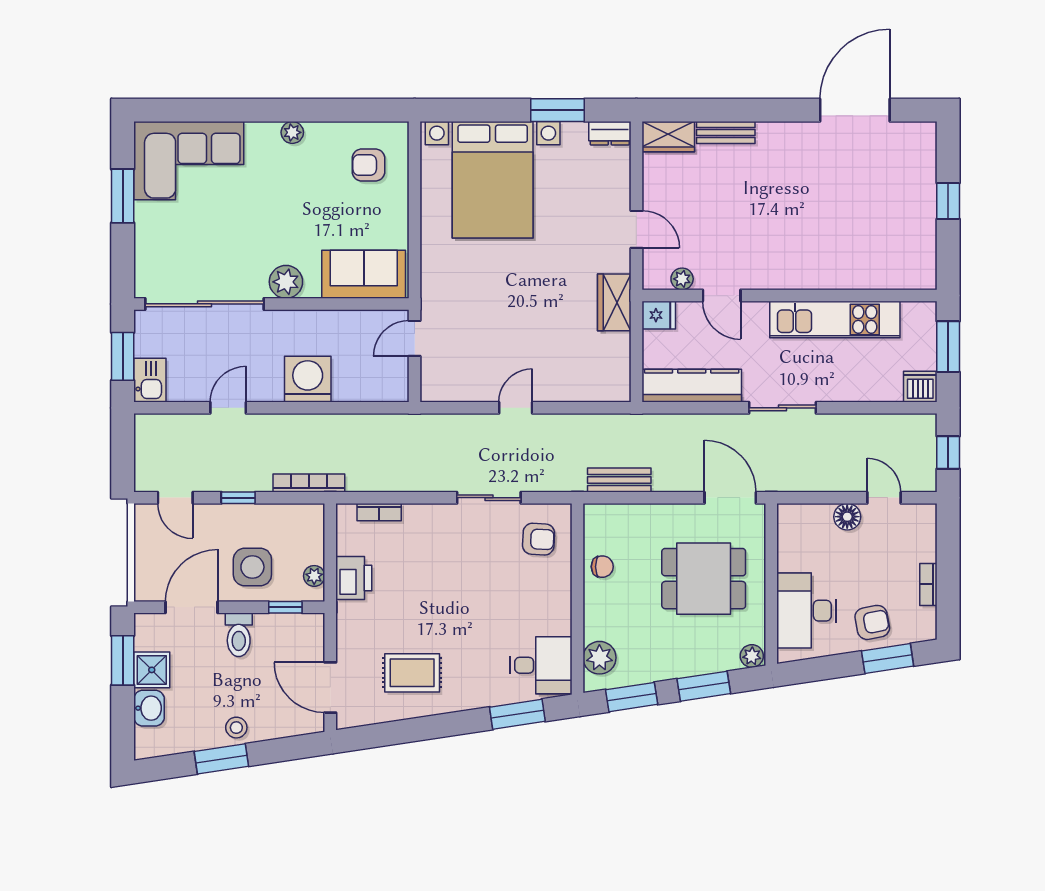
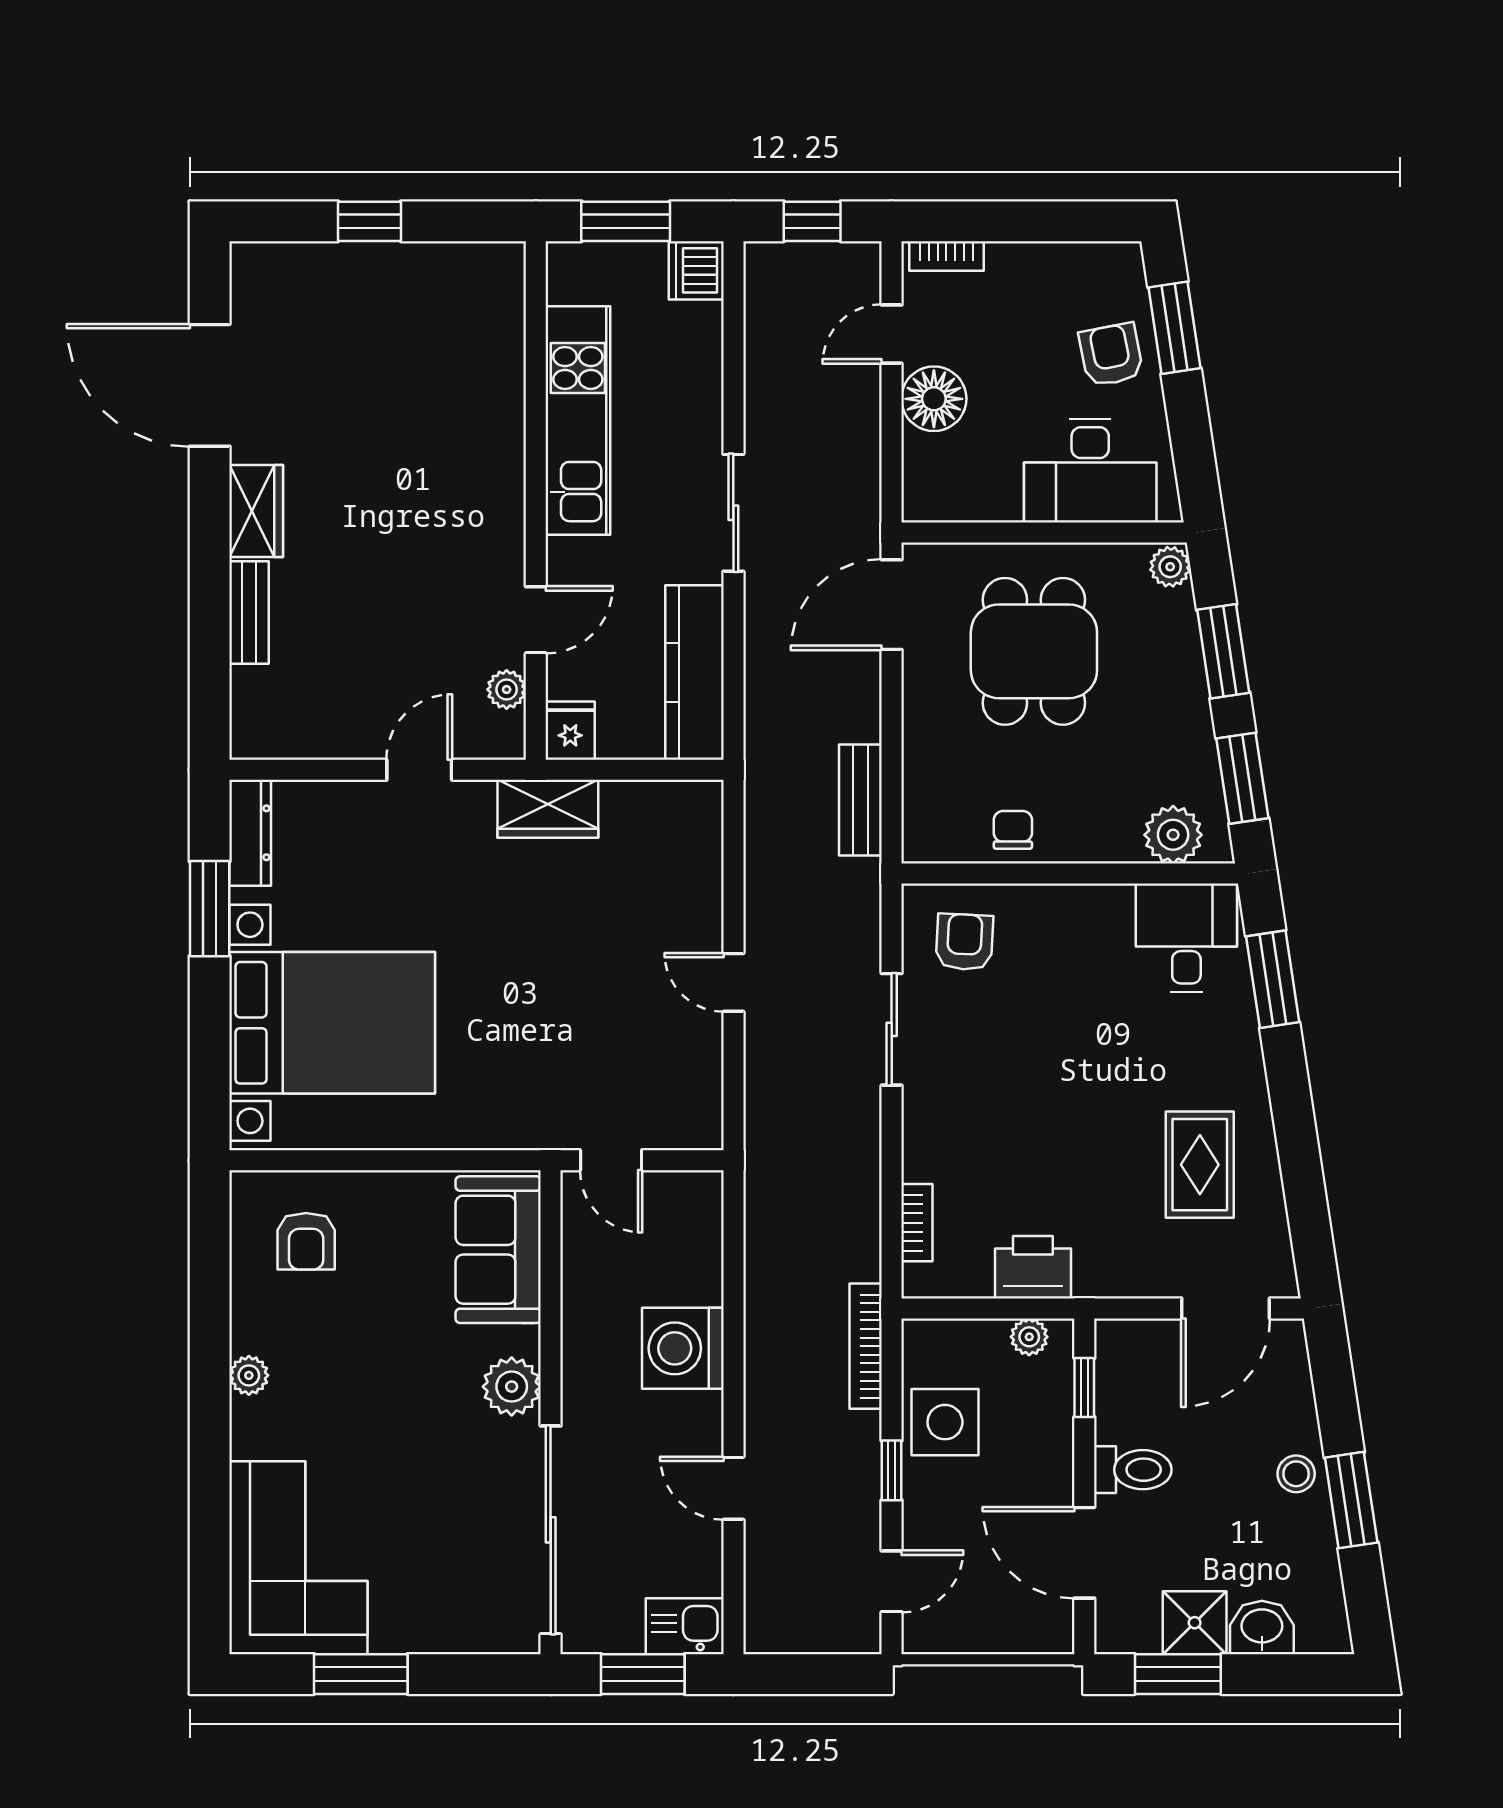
dresser: (610, 133) -> (250, 833), width x1.44
wardrobe: (668, 137) -> (256, 511), moved
floor lamp: (847, 517) -> (934, 399), width x1.38, depth x1.38
side table: (252, 567) -> (945, 1422), moved
bookcase: (928, 584) -> (946, 256), moved

